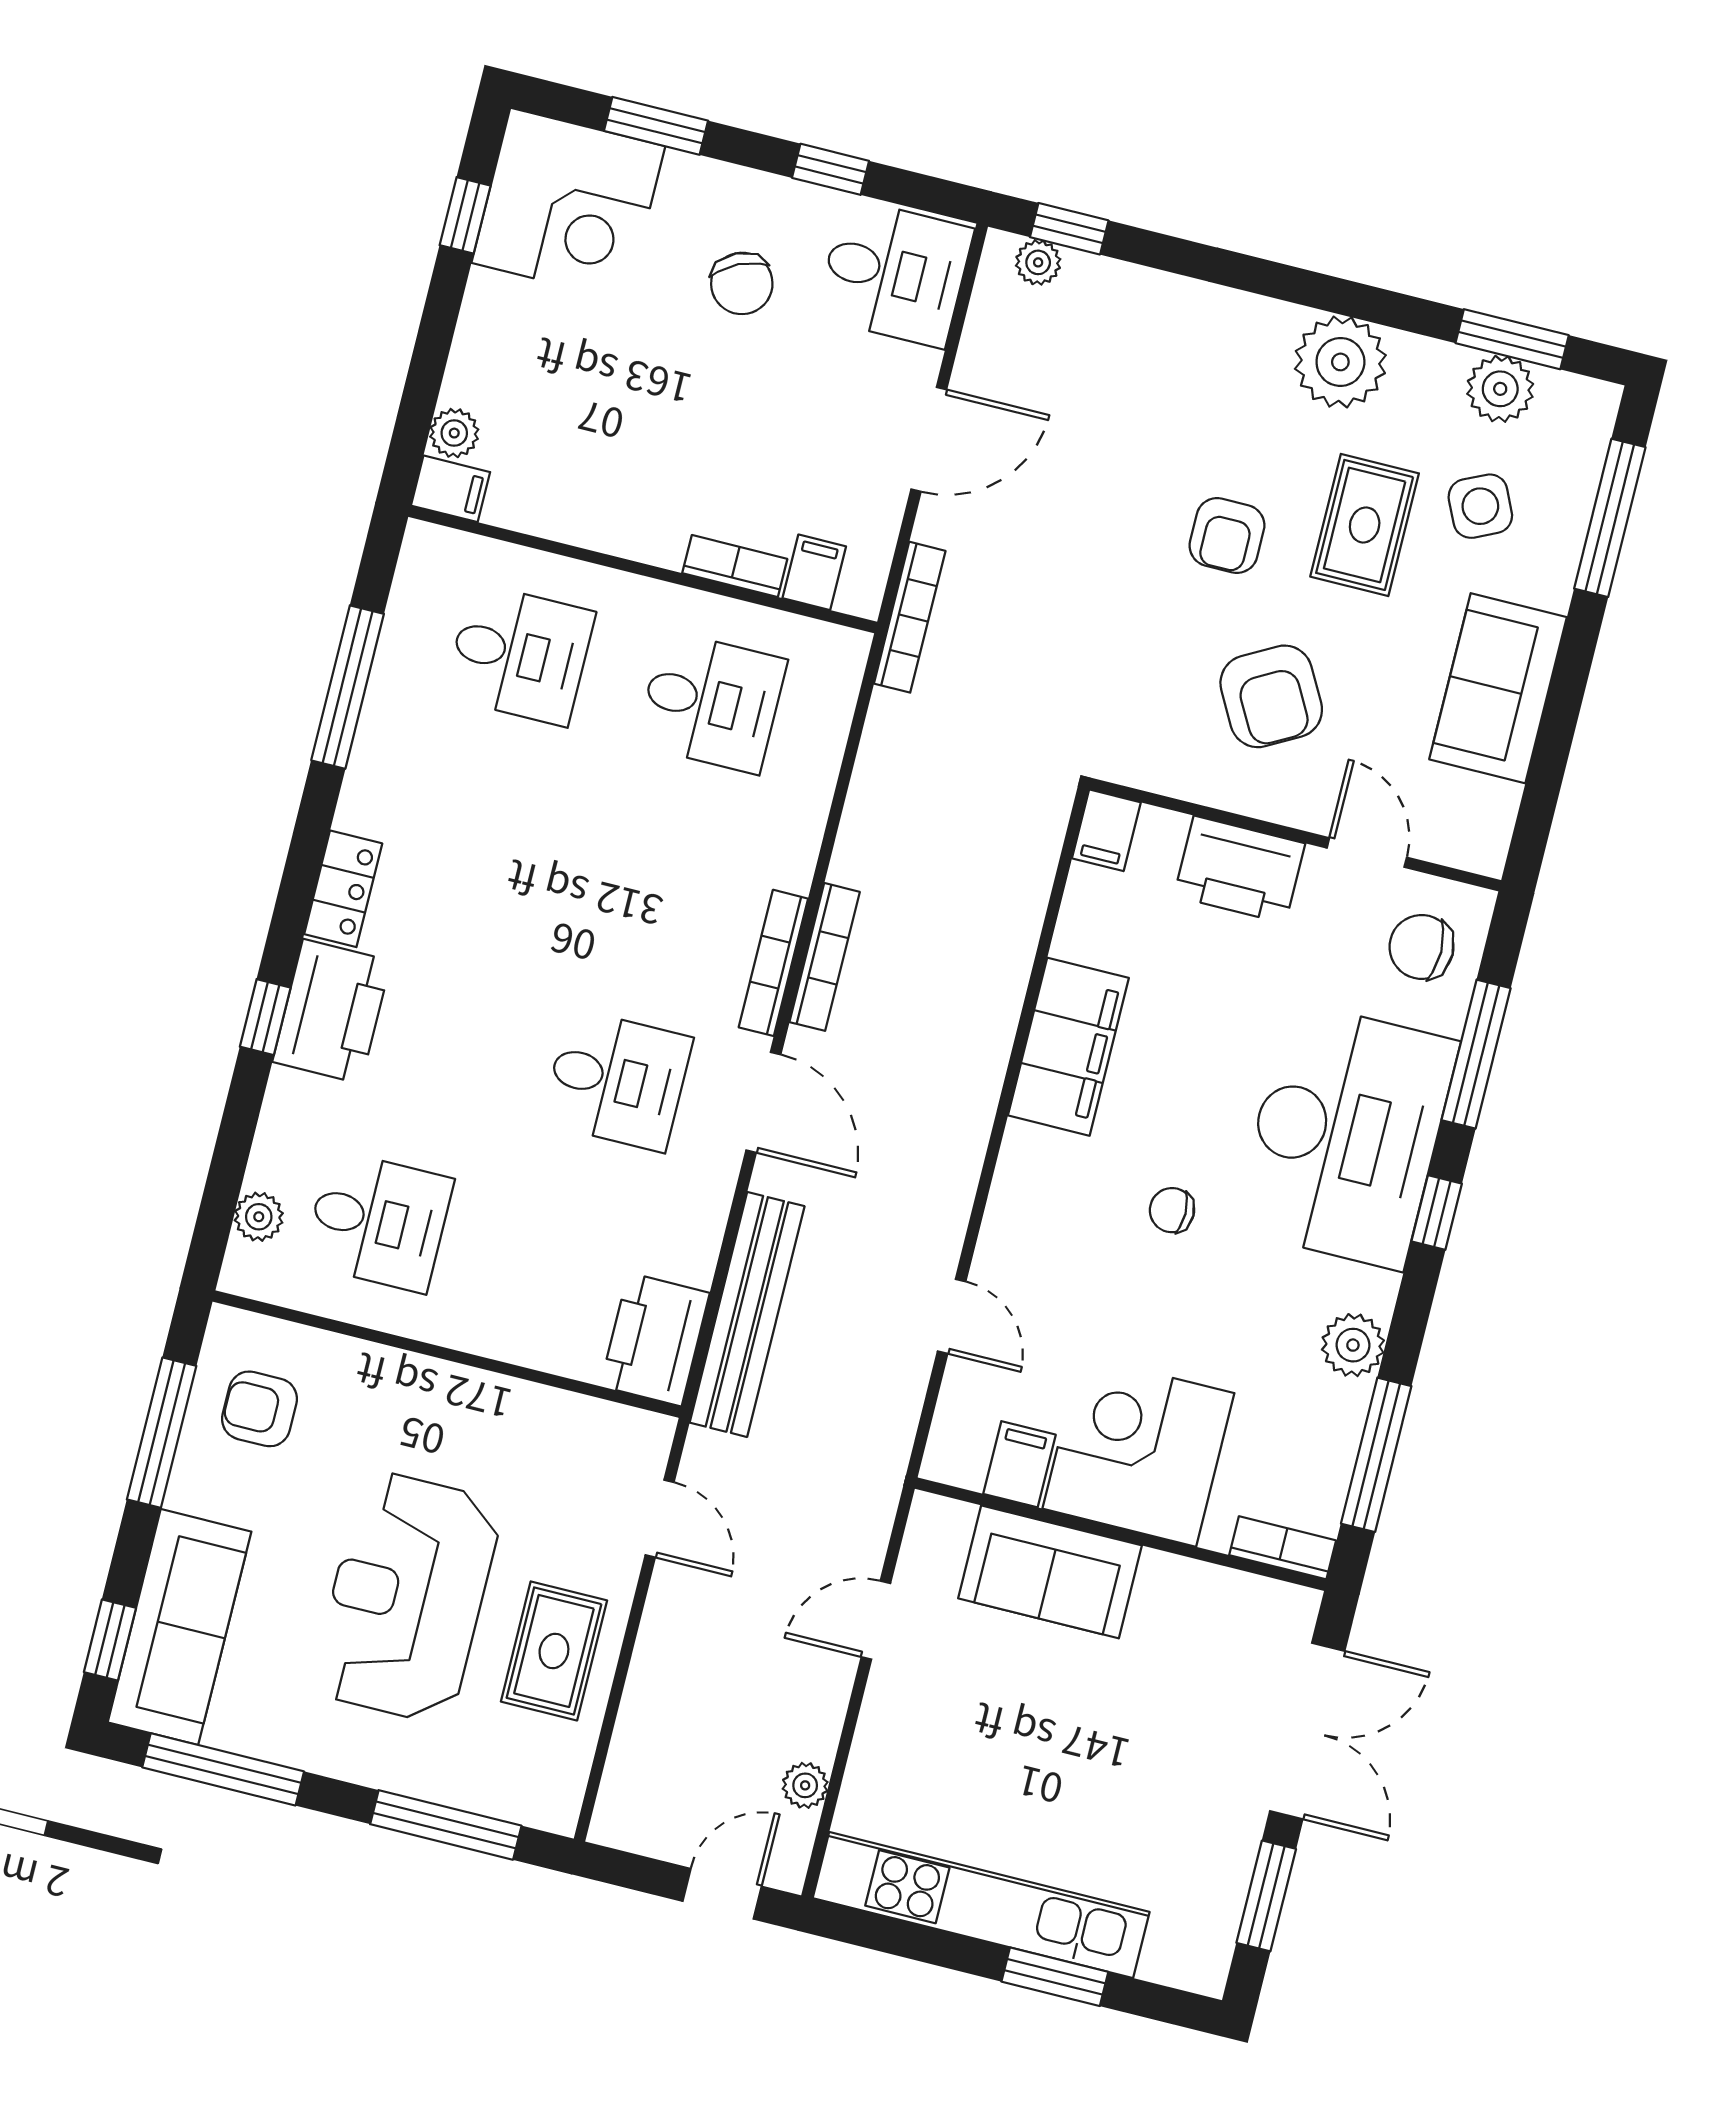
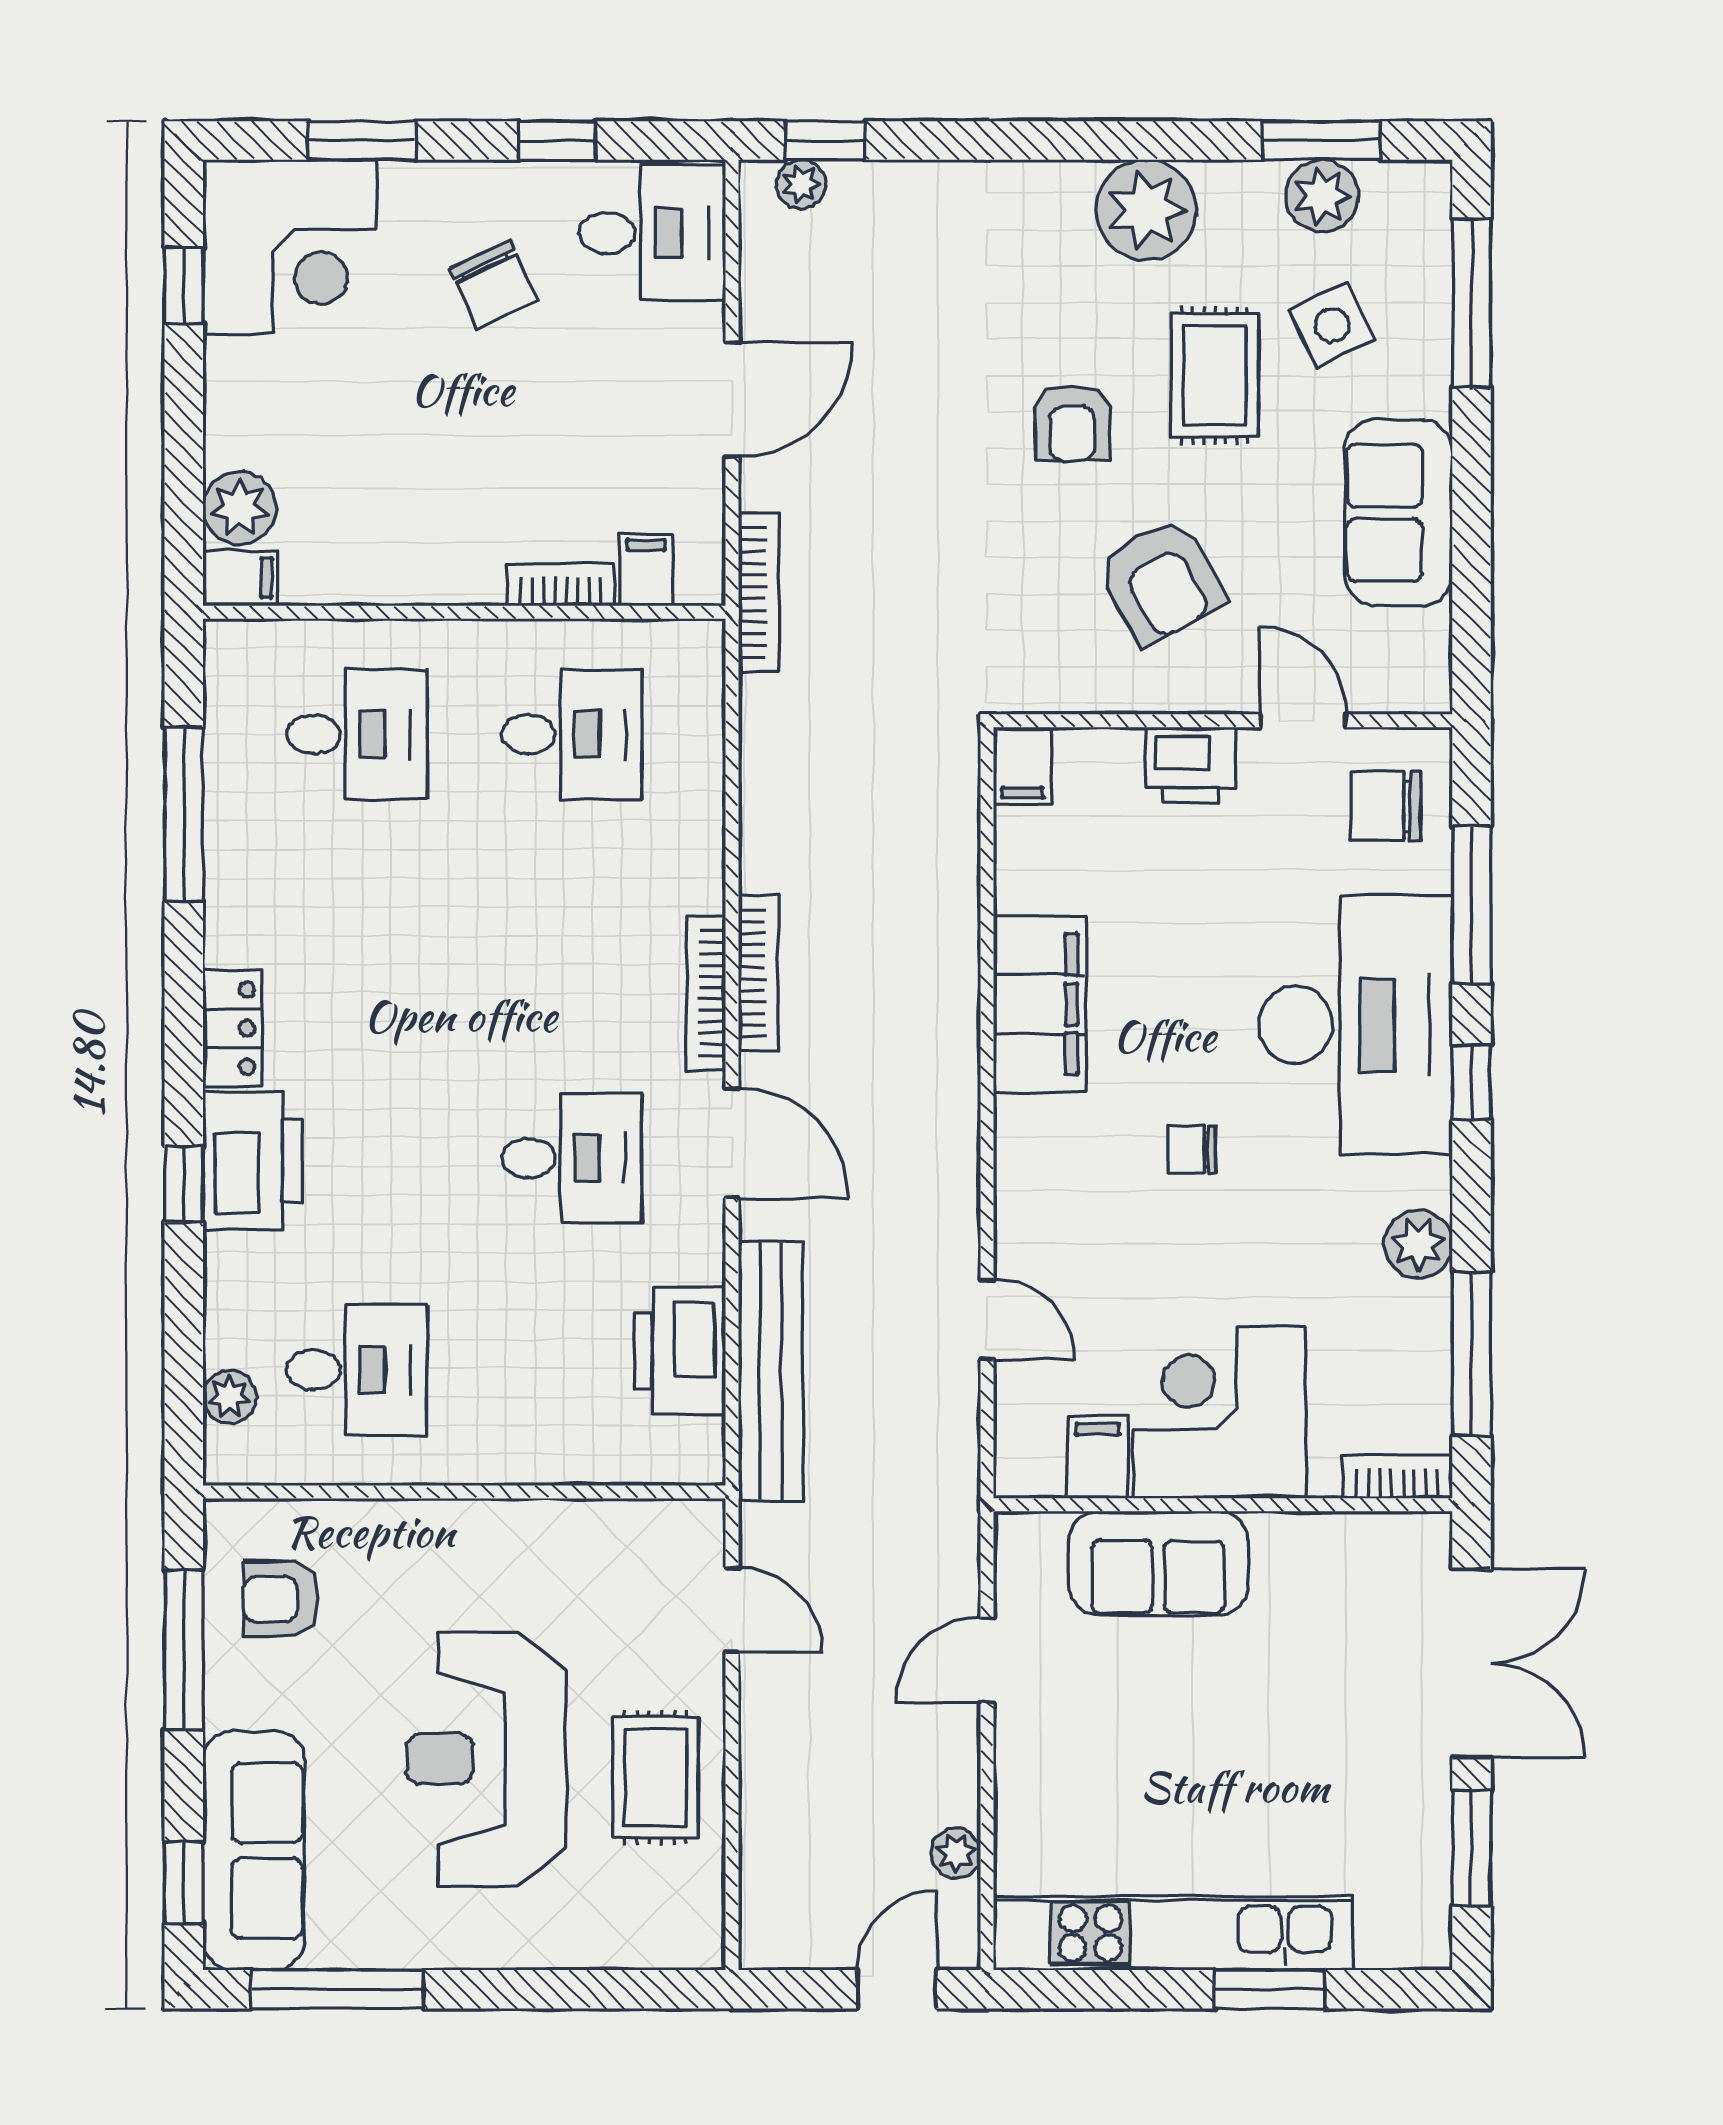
plant: (454, 433) -> (240, 508), width x1.38, depth x1.38
printer: (1240, 870) -> (1190, 765), width x0.73, depth x0.84
printer: (655, 1339) -> (680, 1351), moved
window: (446, 1825) -> (587, 1989), removed

